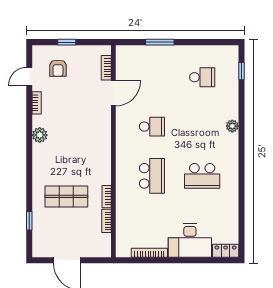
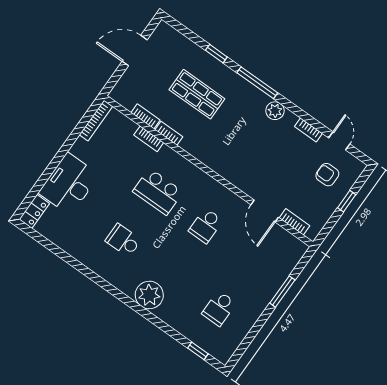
plant: (232, 126) -> (149, 295), width x1.87, depth x1.87
window: (29, 161) -> (257, 83), added
school desk: (202, 176) -> (123, 240), width x0.54
shop shelf: (66, 196) -> (197, 94), turned 90
bookcase: (120, 208) -> (149, 139), added
window: (29, 221) -> (216, 54), moved
bookcase: (149, 253) -> (96, 121), moved

